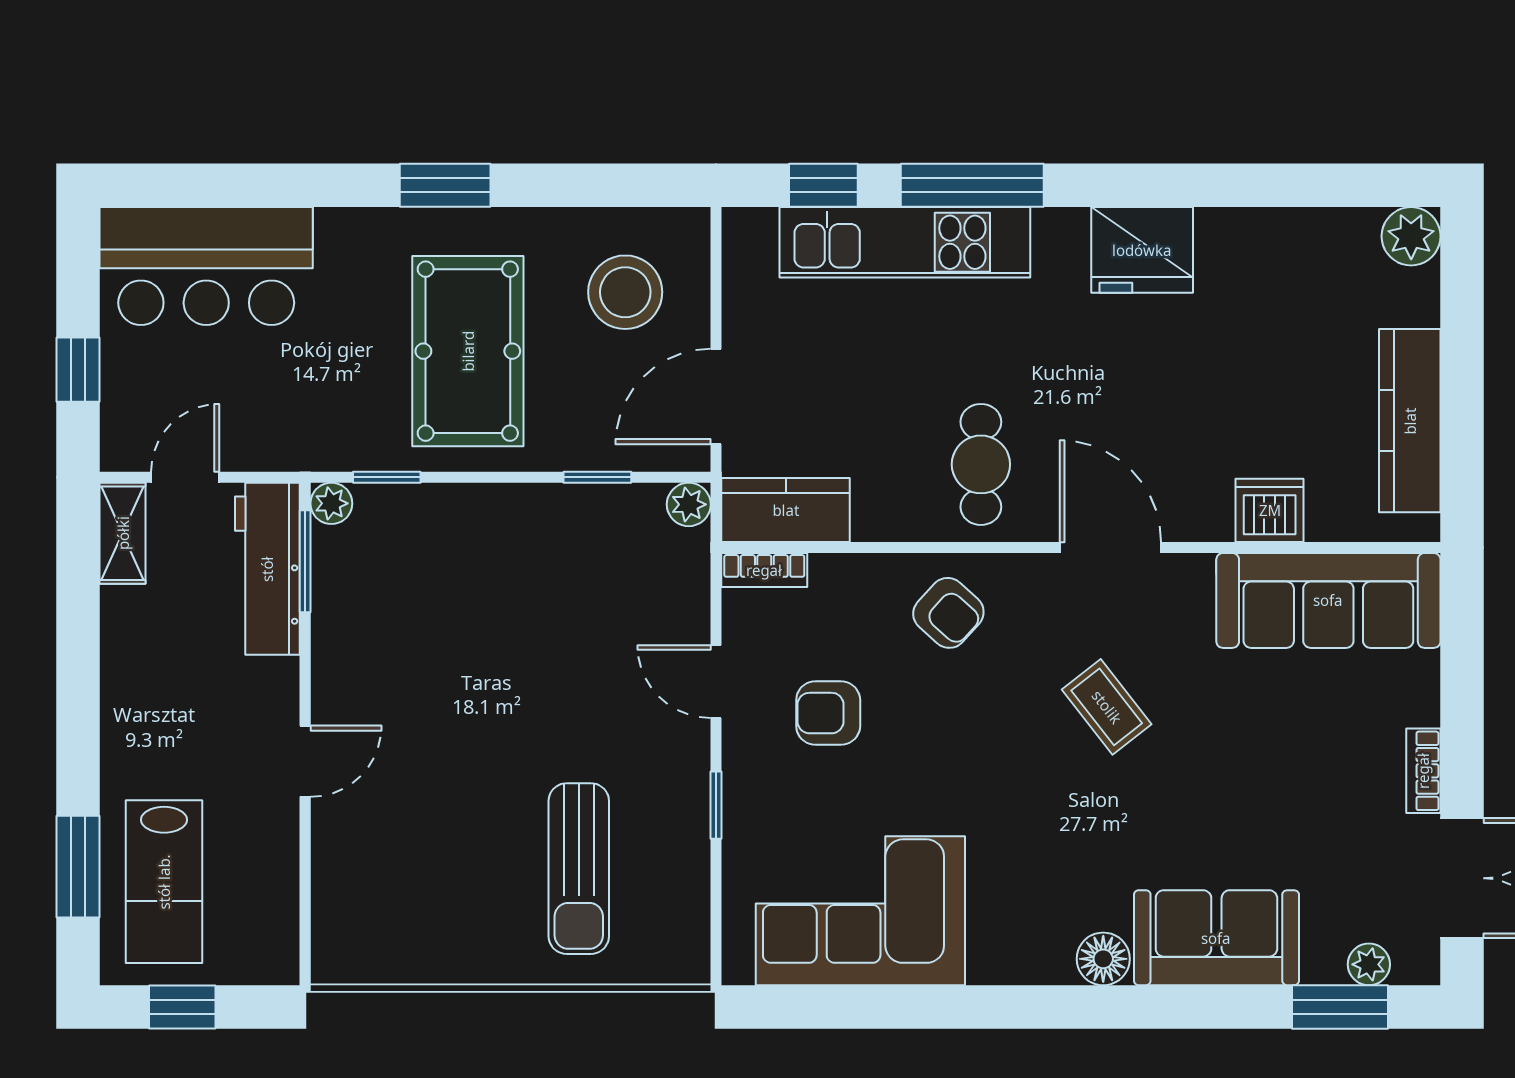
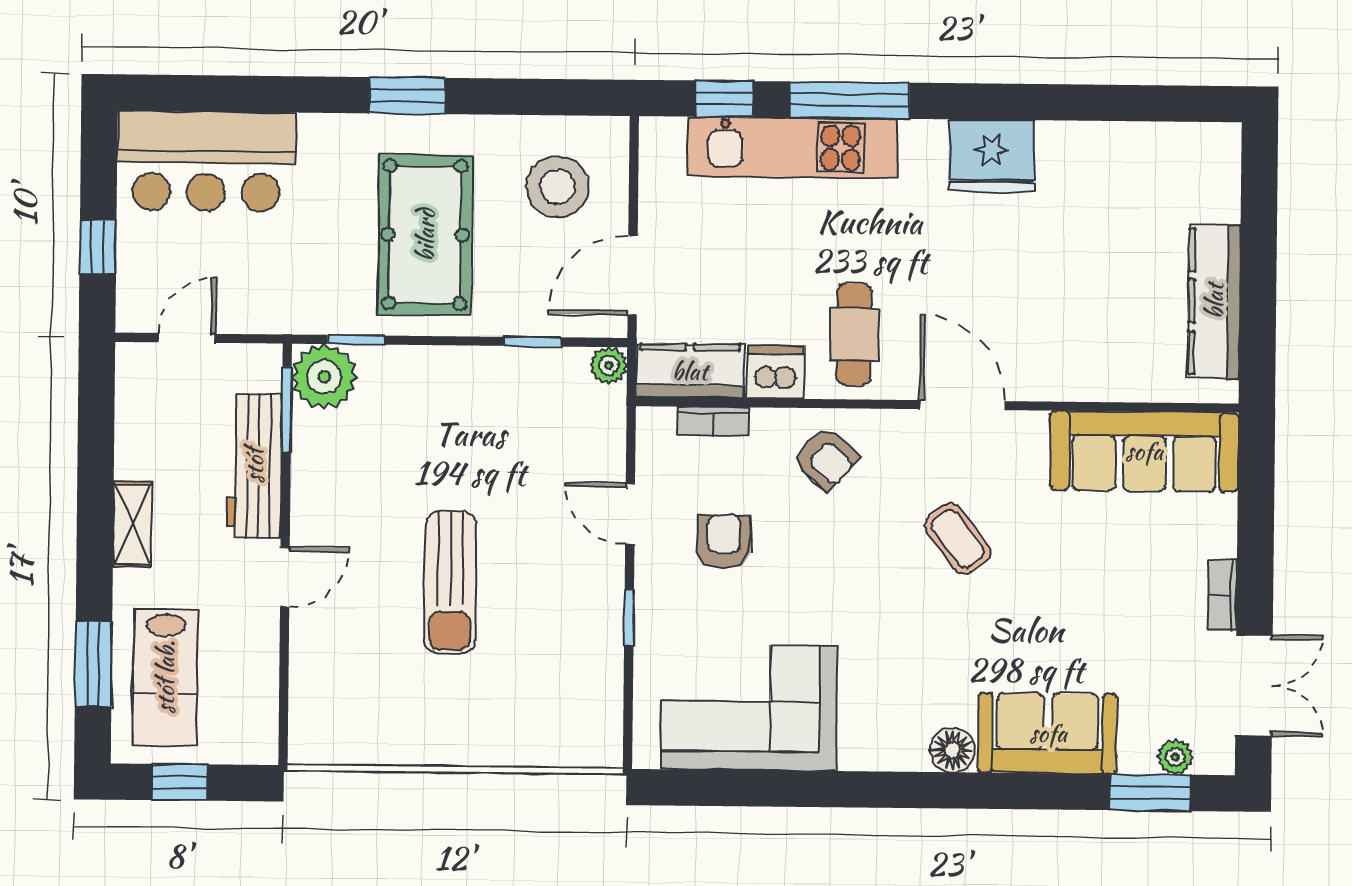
plant: (1411, 236) -> (1217, 147), removed
plant: (331, 503) -> (324, 377), width x1.87, depth x1.87
dishwasher: (1270, 510) -> (776, 372), moved
shelving: (123, 533) -> (132, 524), moved
workbench: (267, 569) -> (254, 466), moved
bookcase: (764, 570) -> (713, 421), moved
armchair: (828, 713) -> (724, 541), turned 90
sun lounger: (579, 869) -> (450, 583), moved

